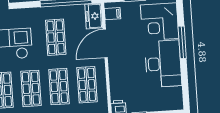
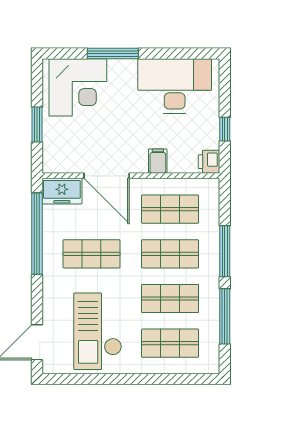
filing cabinet: (113, 14) -> (158, 161), moved
desk: (163, 64) -> (175, 86), moved

